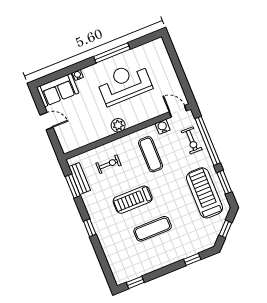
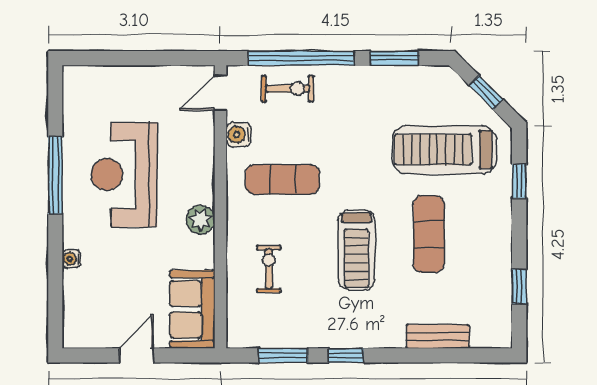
sofa: (58, 90) -> (192, 309), moved, turned 180
bench: (80, 179) -> (438, 336), moved
treadmill: (204, 193) -> (444, 150), moved
window: (90, 228) -> (346, 355), moved
window: (135, 282) -> (519, 286), moved

